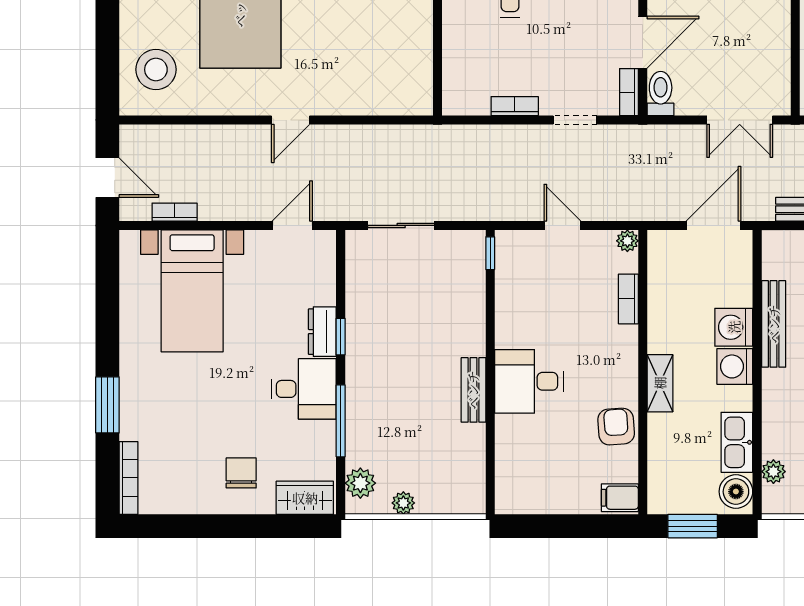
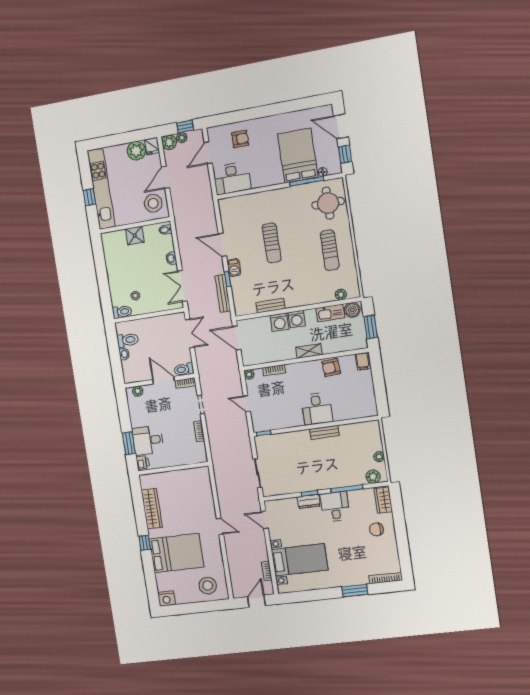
door: (562, 225) -> (247, 404), hinge flipped
bench: (774, 324) -> (270, 306), width x0.73

